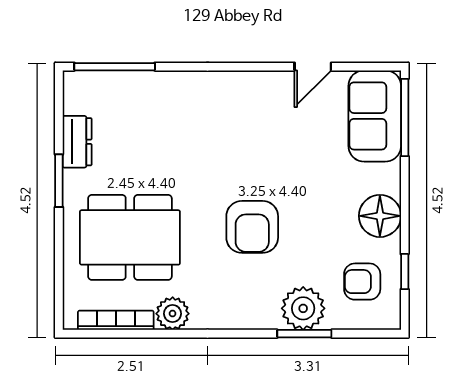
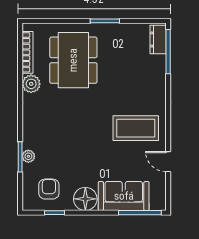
sofa: (375, 116) -> (124, 196), moved
coffee table: (252, 125) -> (136, 128), added
dresser: (77, 142) -> (158, 40), moved, turned 90
armchair: (252, 227) -> (79, 128), removed
plant: (303, 308) -> (28, 156), width x0.53, depth x0.53

